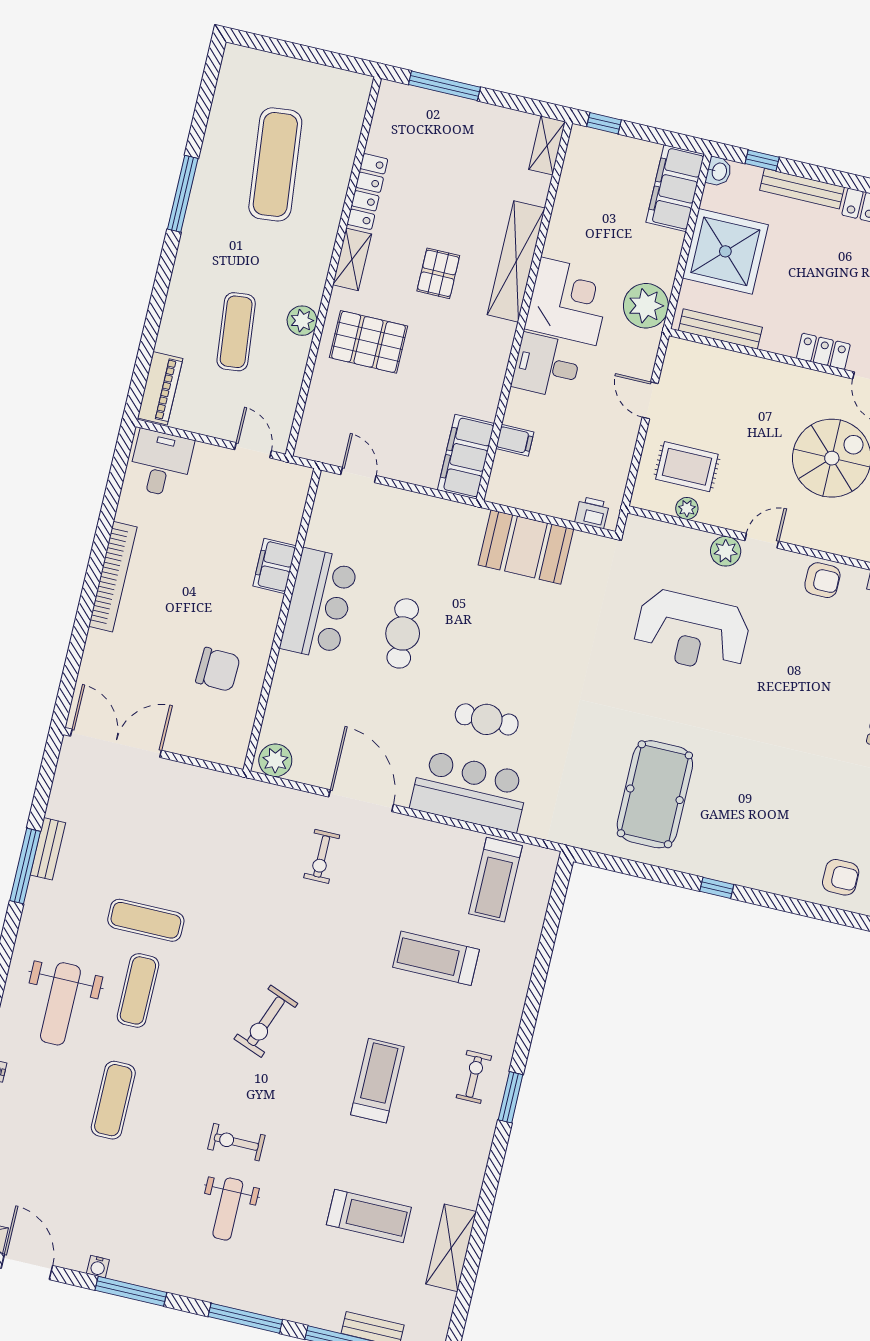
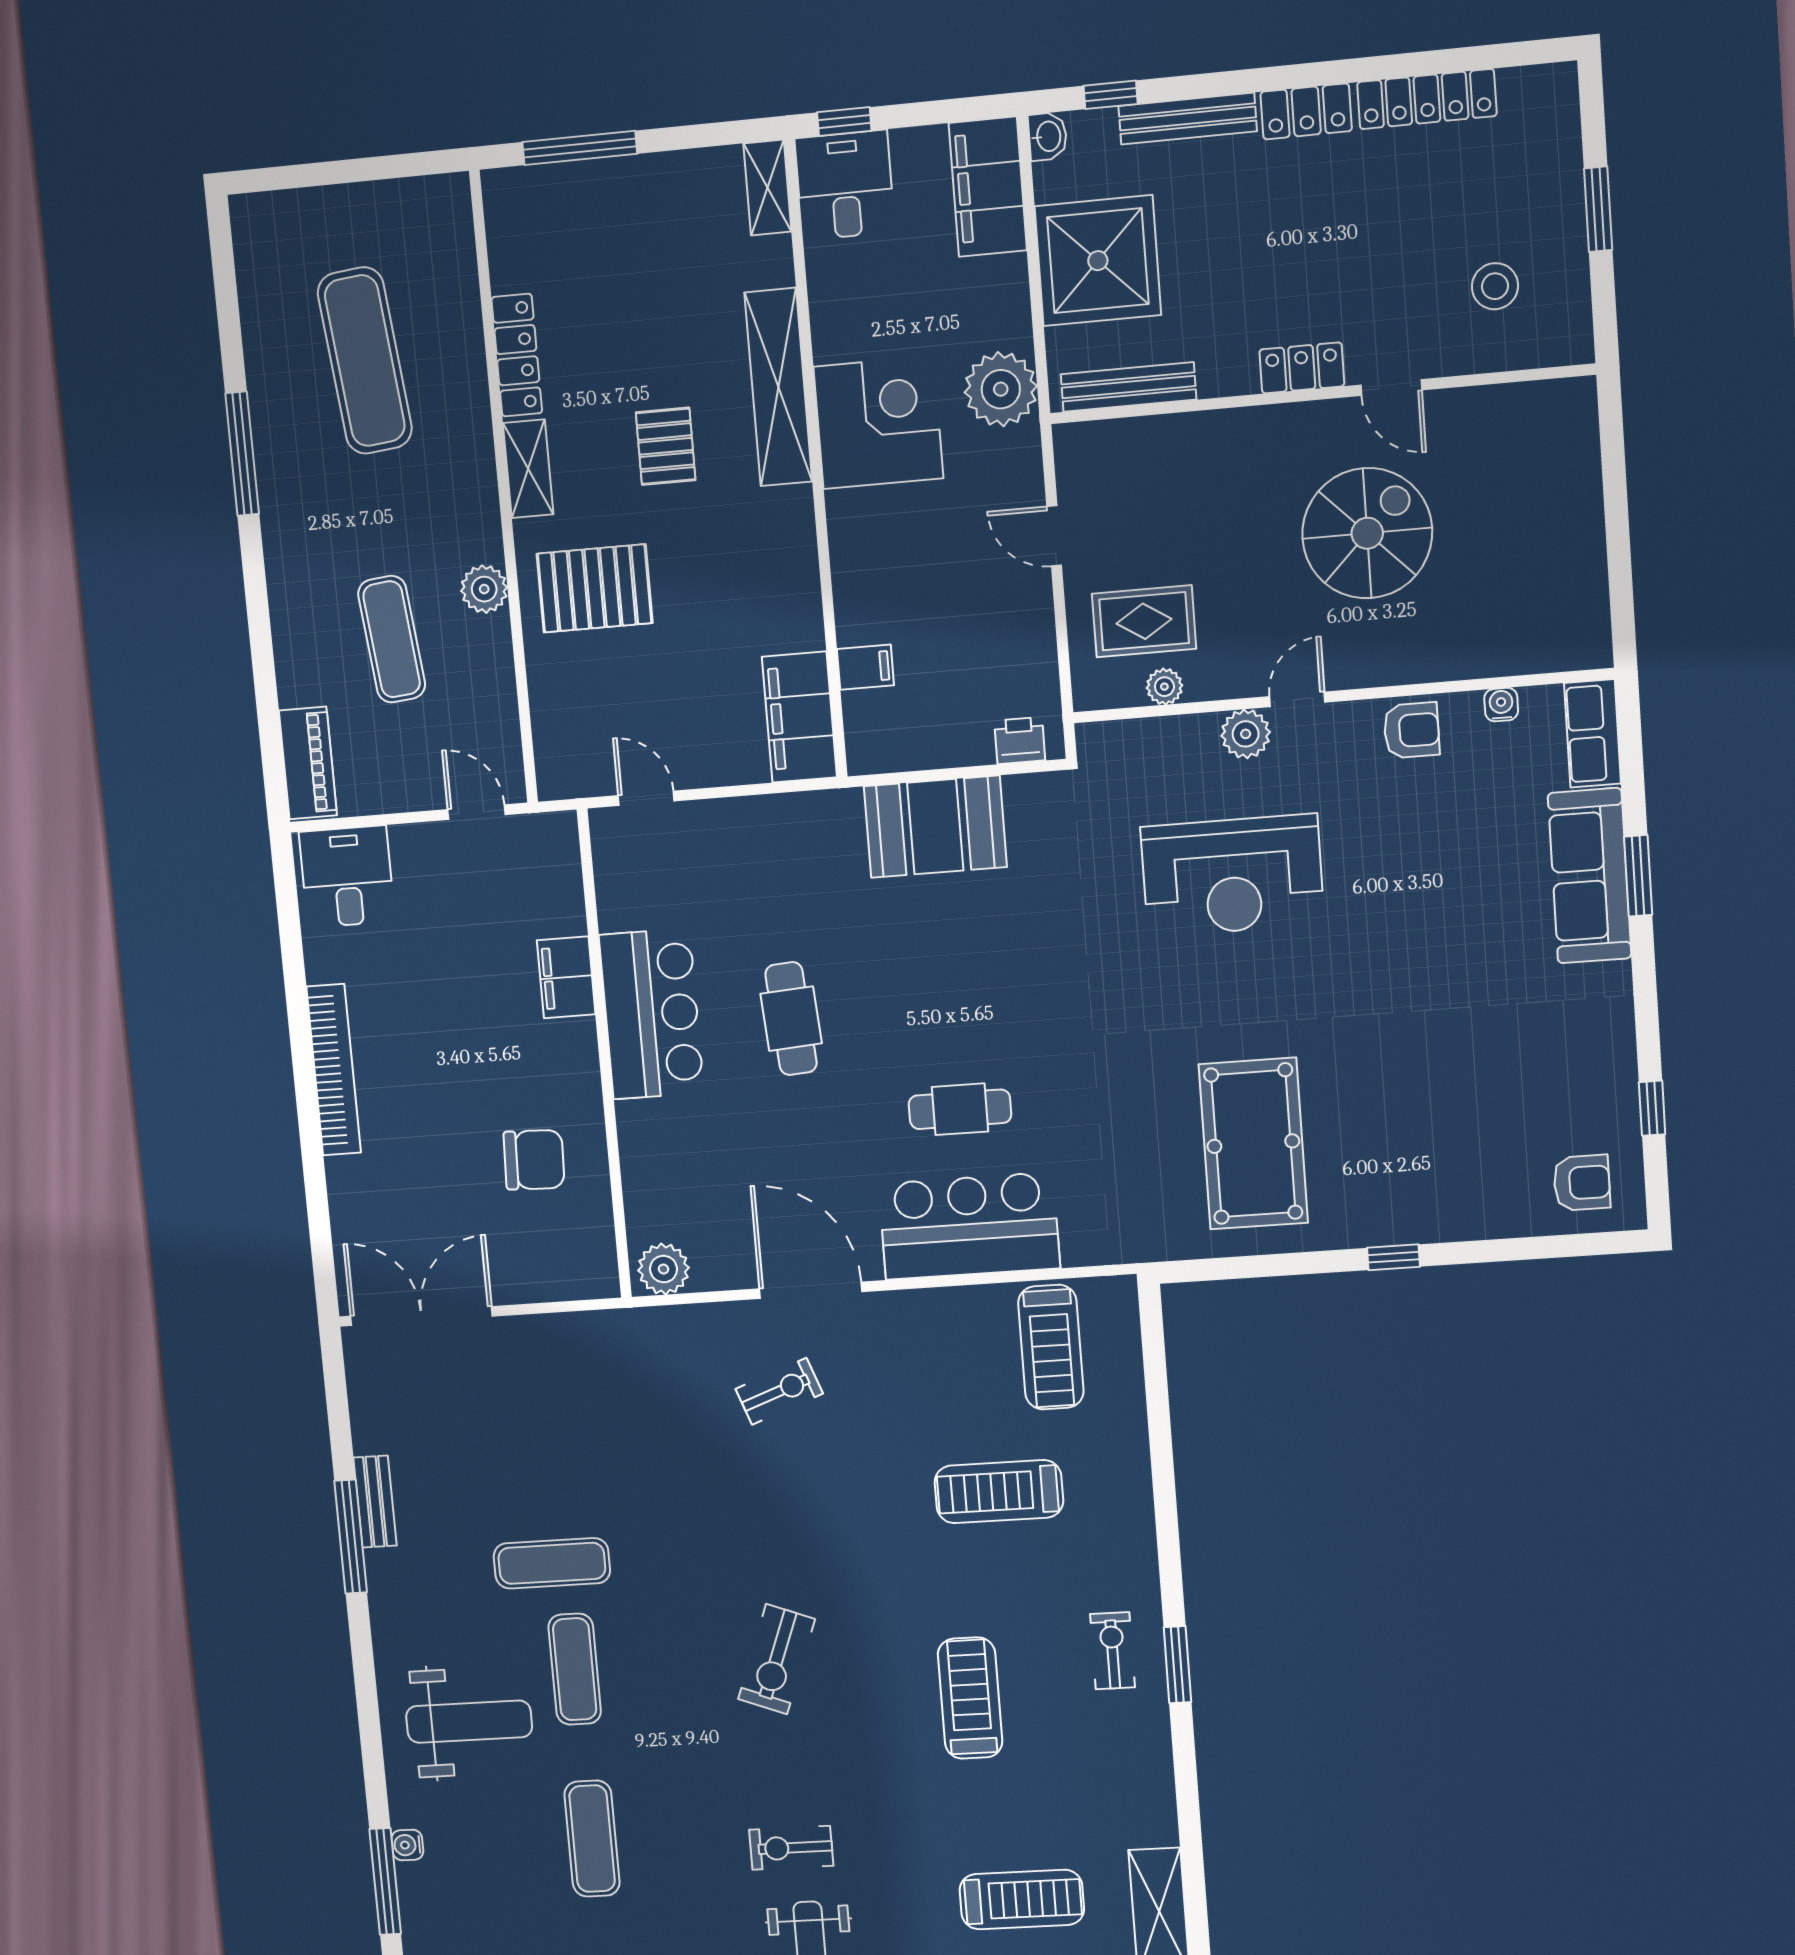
desk: (546, 366) -> (845, 185), moved, turned 90
exercise bike: (322, 856) -> (779, 1391), turned -110
weight bench: (60, 1004) -> (469, 1722), turned -90

